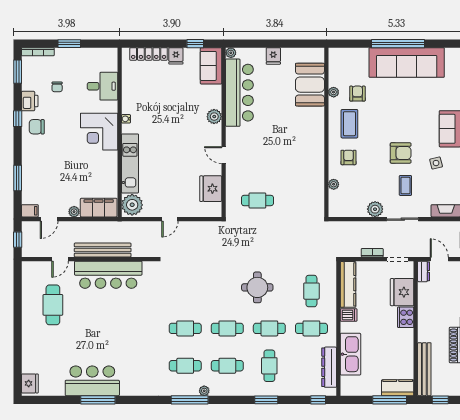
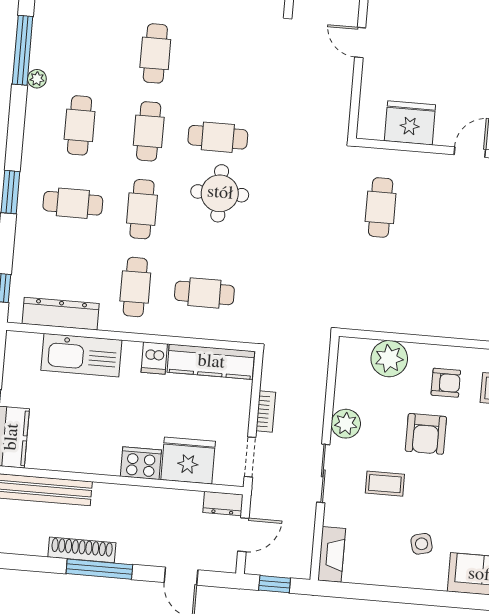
armchair: (401, 153) -> (426, 434), moved
plant: (334, 184) -> (389, 359), width x1.88, depth x1.88
cafe table: (185, 366) -> (218, 137), moved, turned 90

